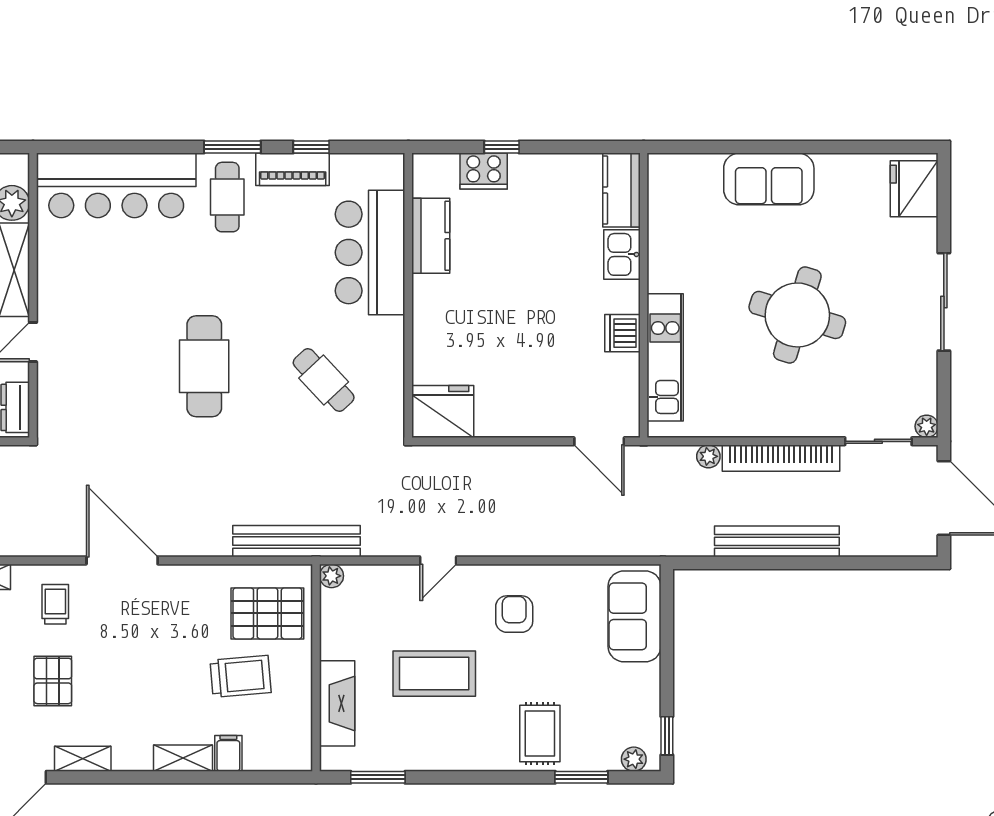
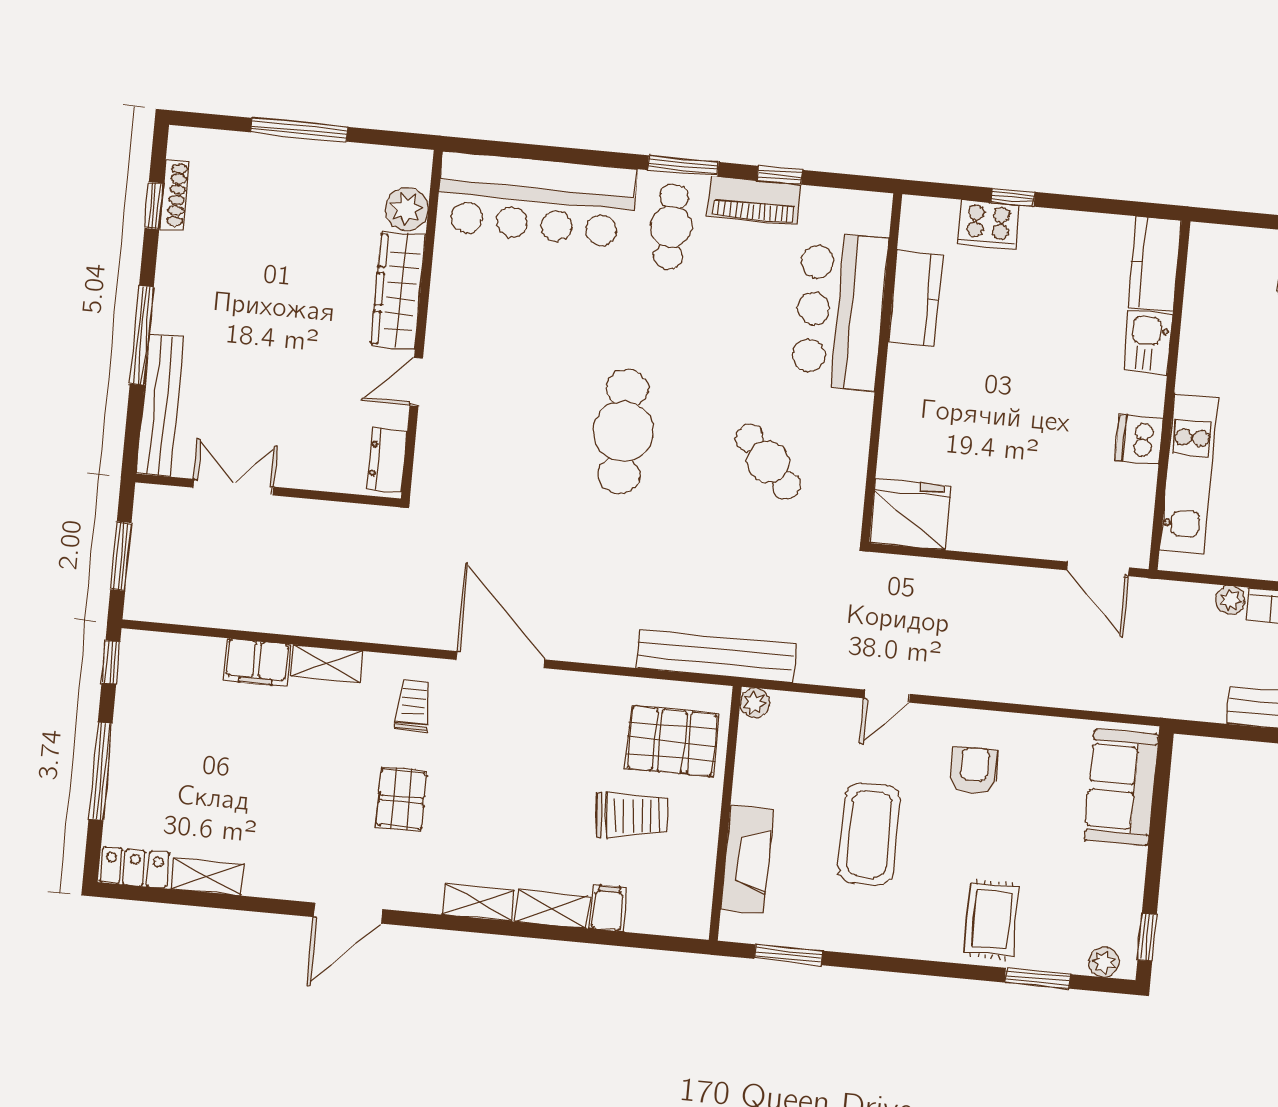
coffee table: (434, 674) -> (869, 834), turned 90
shelving: (83, 759) -> (479, 903), moved

